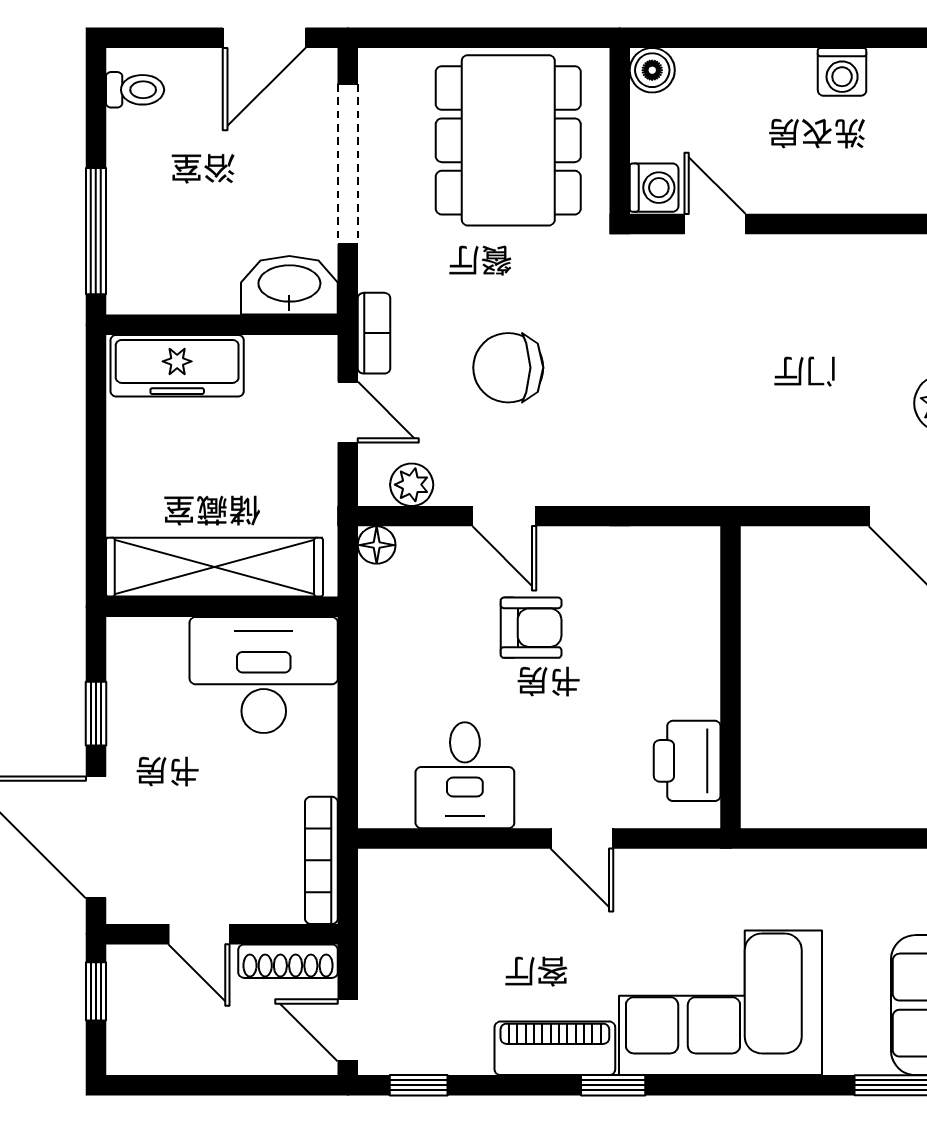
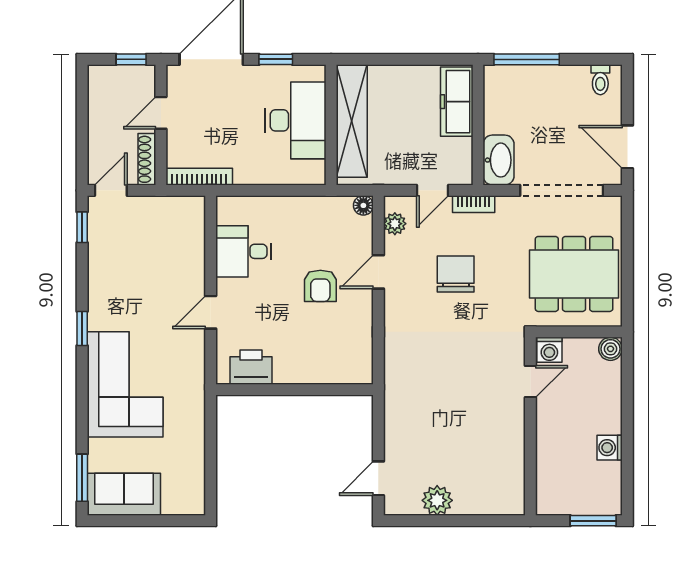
desk: (264, 675) -> (296, 120), moved
piano: (555, 1048) -> (101, 298), removed

